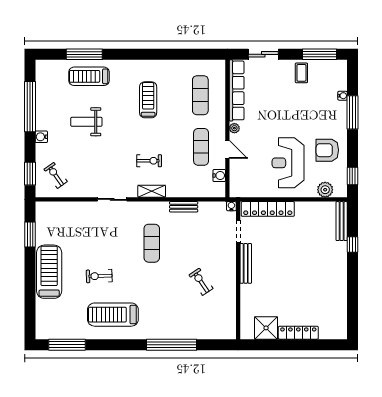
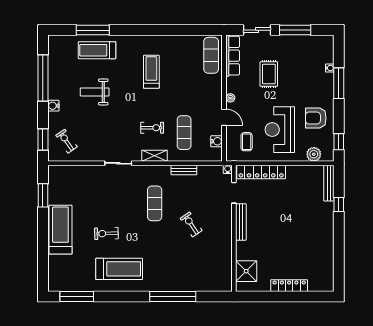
window: (320, 54) -> (295, 30), moved
coffee table: (301, 73) -> (247, 142), moved
row of seats: (237, 90) -> (233, 56), width x0.73
exercise mat: (200, 95) -> (211, 55), moved
rug: (276, 102) -> (269, 74), added
exercise mat: (201, 147) -> (184, 133), moved
exercise bike: (201, 282) -> (191, 224), moved
treadmill: (113, 315) -> (119, 269), turned 180
shower: (266, 328) -> (246, 271), moved

